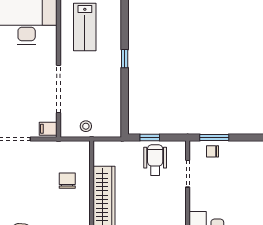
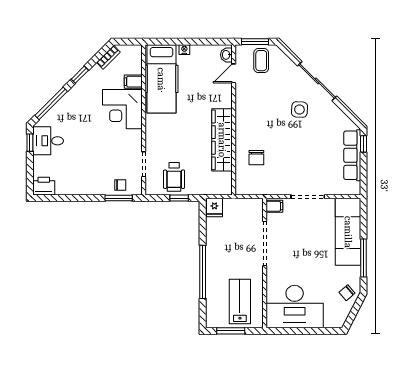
window: (125, 59) -> (203, 272), width x3.17
stool: (86, 126) -> (239, 209), removed
fridge: (112, 127) -> (214, 207), added

